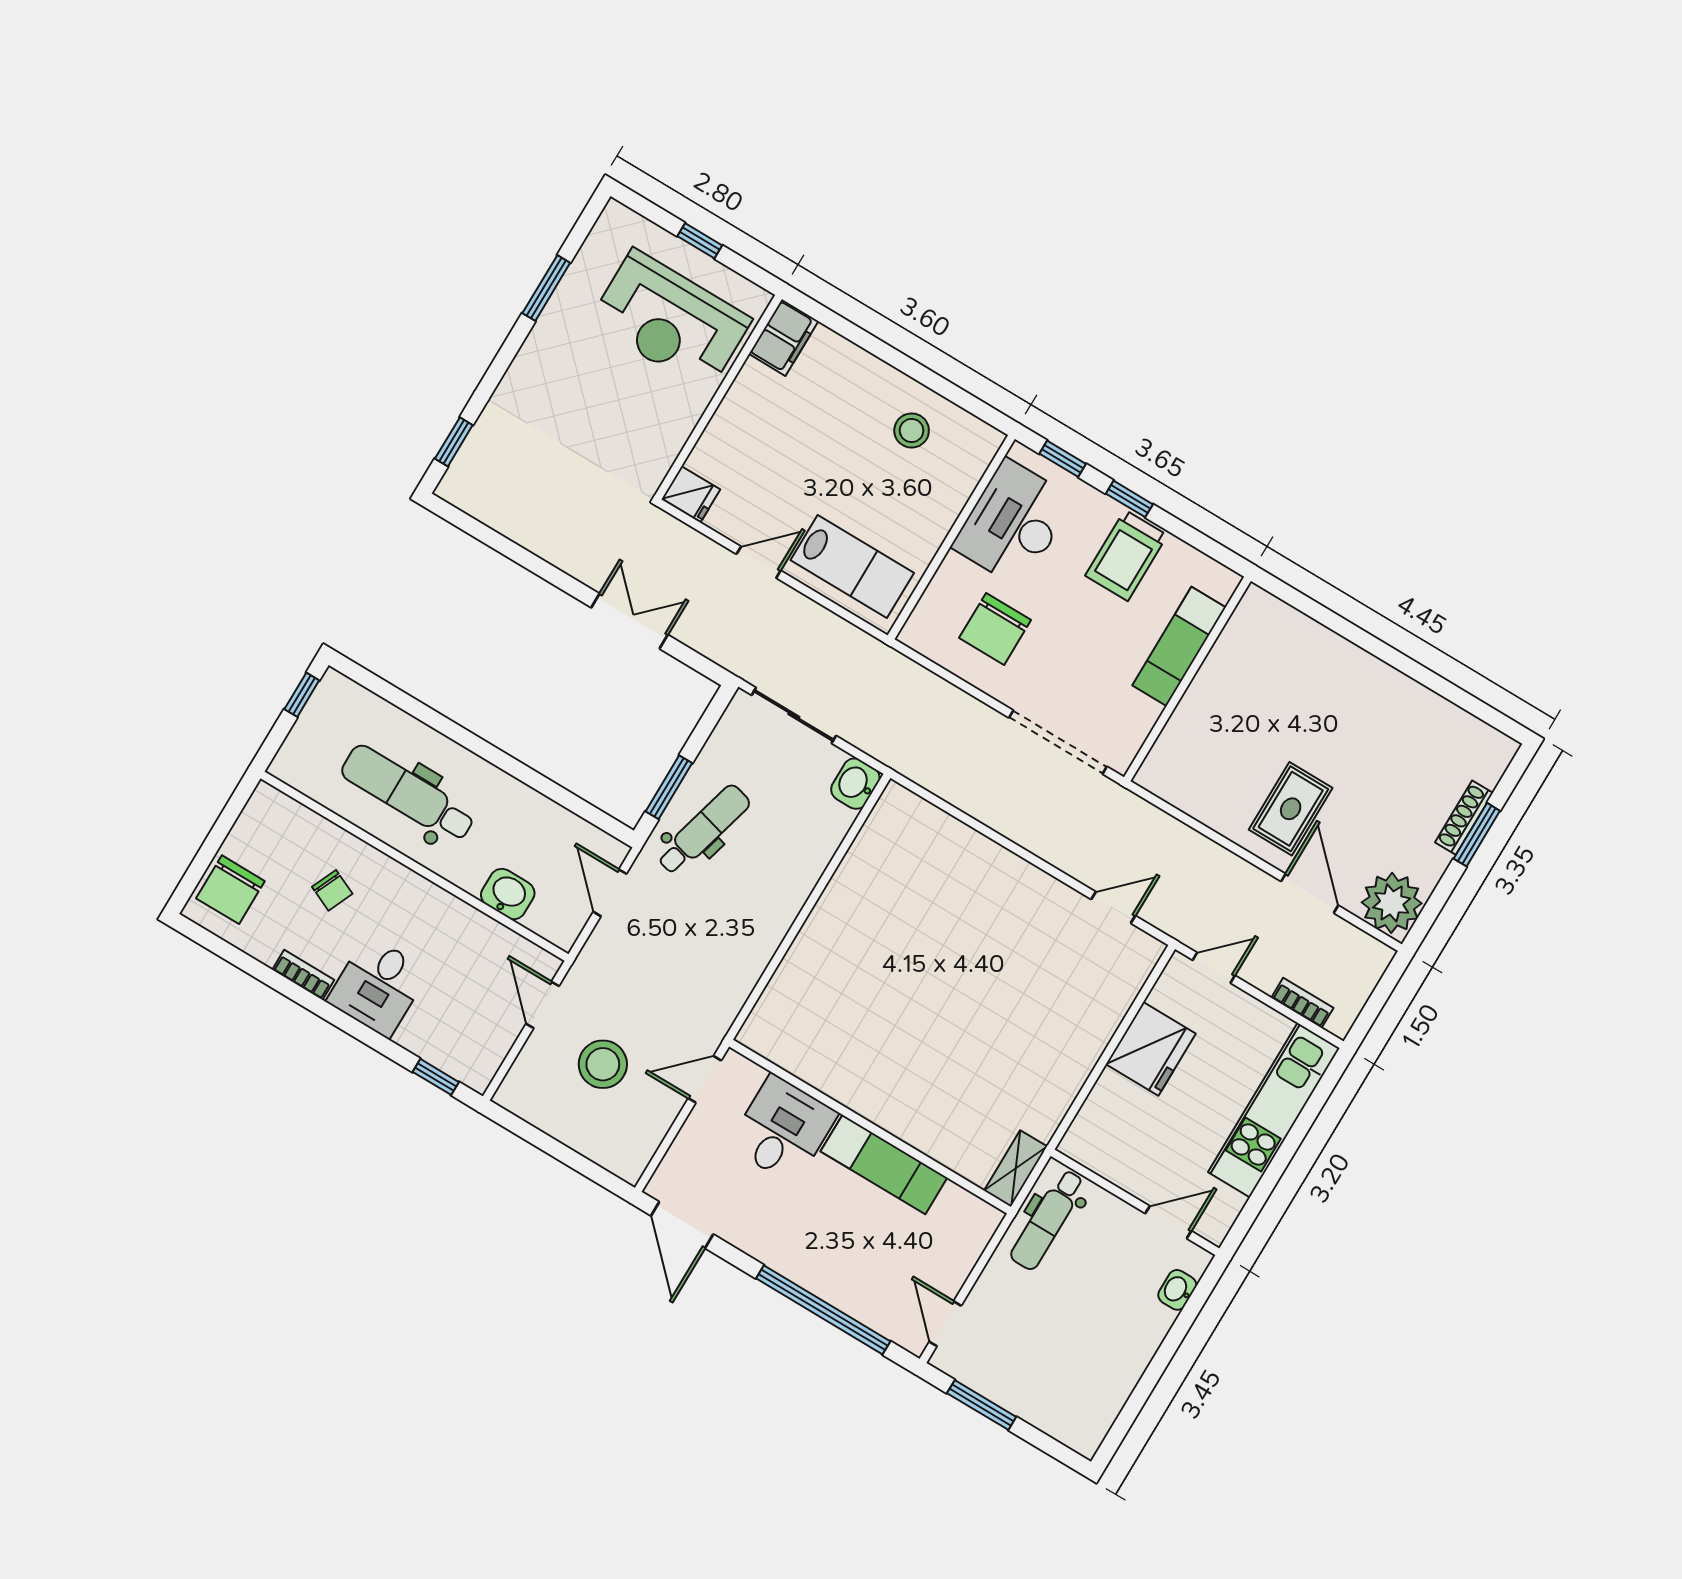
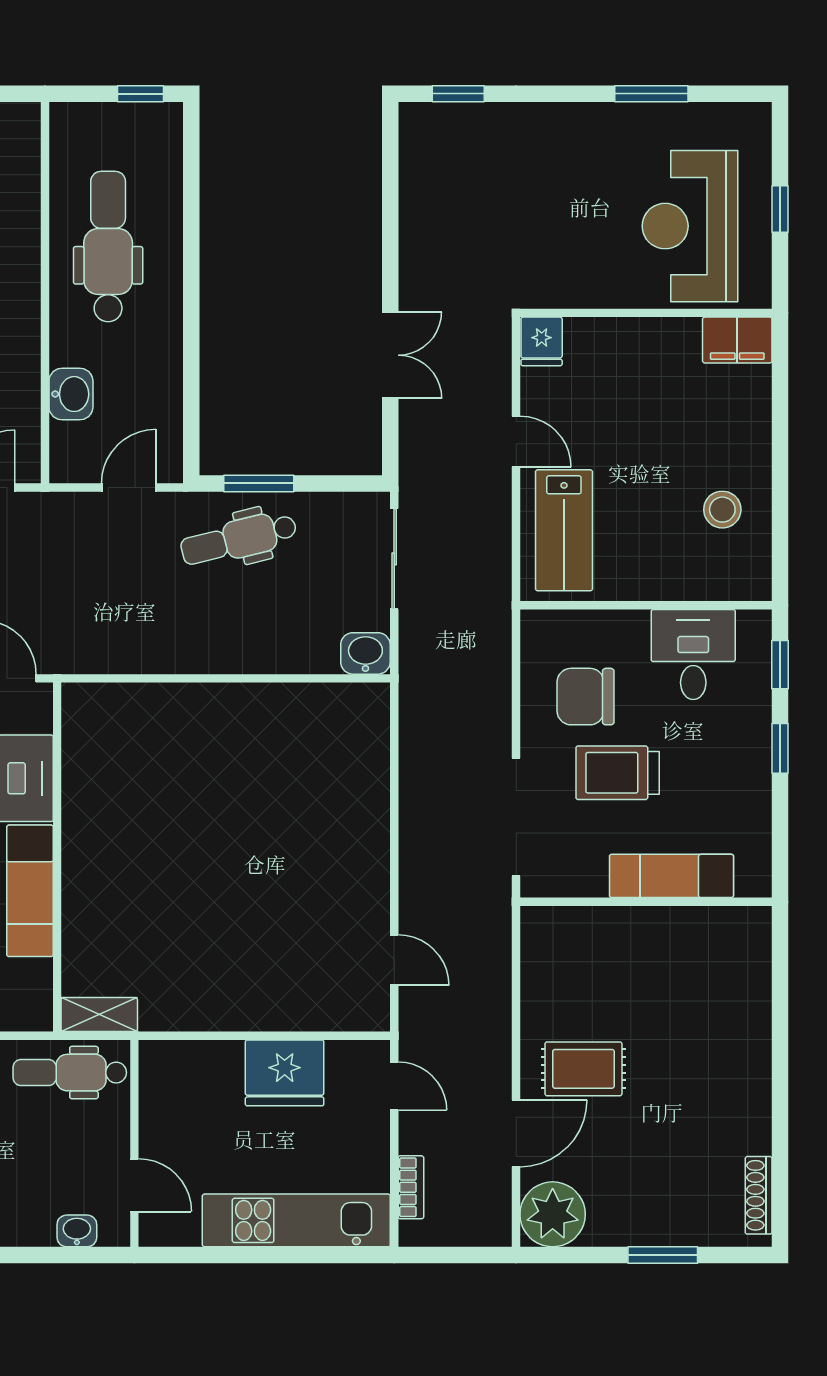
desk: (1013, 523) -> (693, 654), width x0.73
trolley: (1126, 555) -> (618, 773), moved
shoe rack: (1464, 818) -> (759, 1195), moved, turned -90
dental chair: (704, 830) -> (239, 539), turned 151

